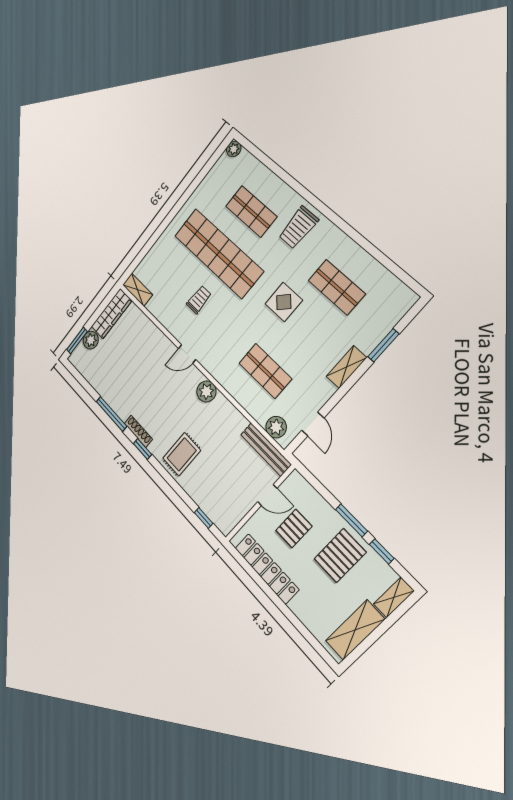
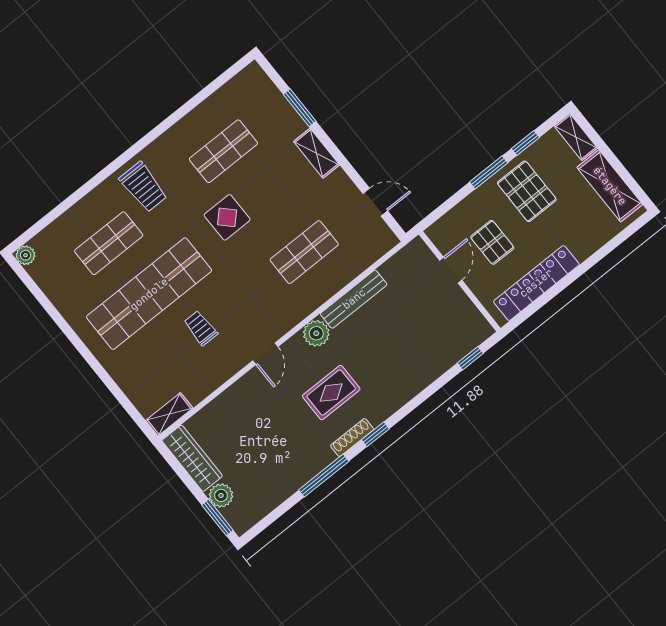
plant: (276, 427) -> (373, 248), removed
bench: (266, 449) -> (354, 299), moved
rug: (182, 454) -> (331, 393), moved, turned 90

